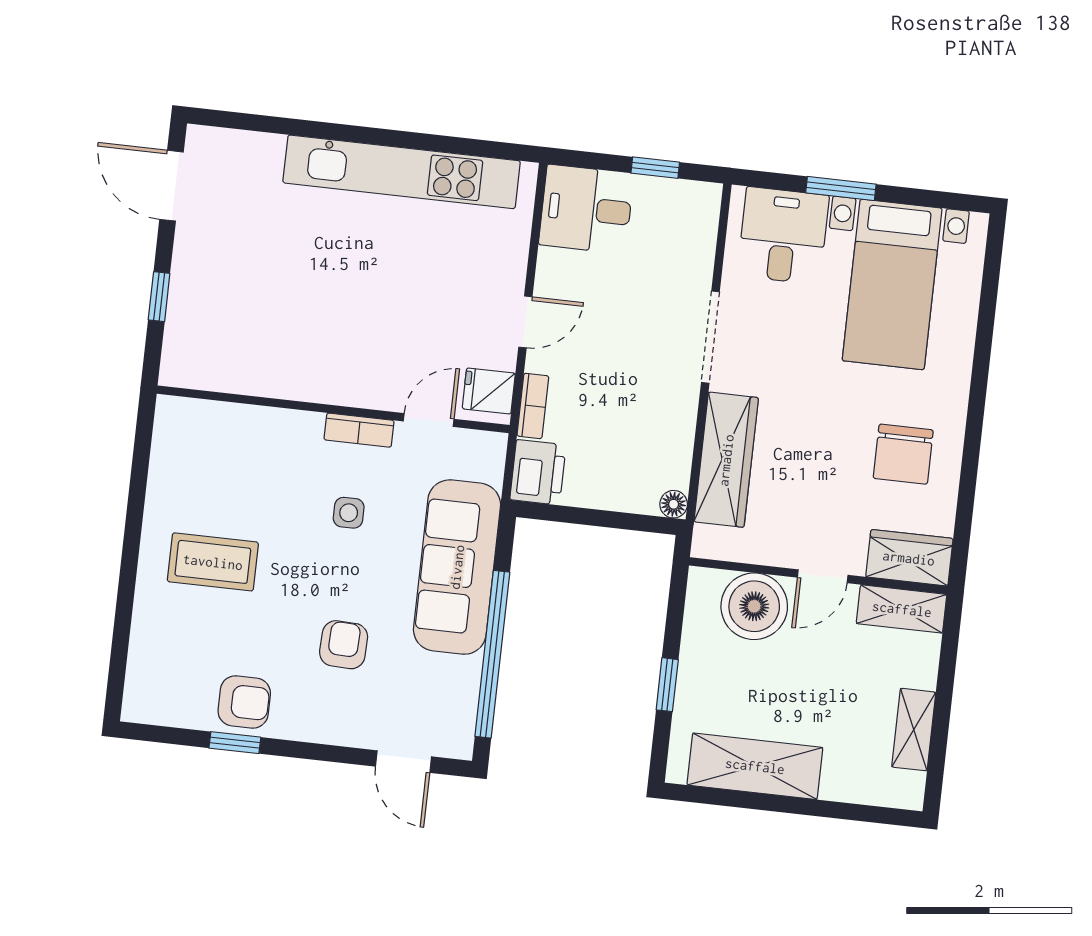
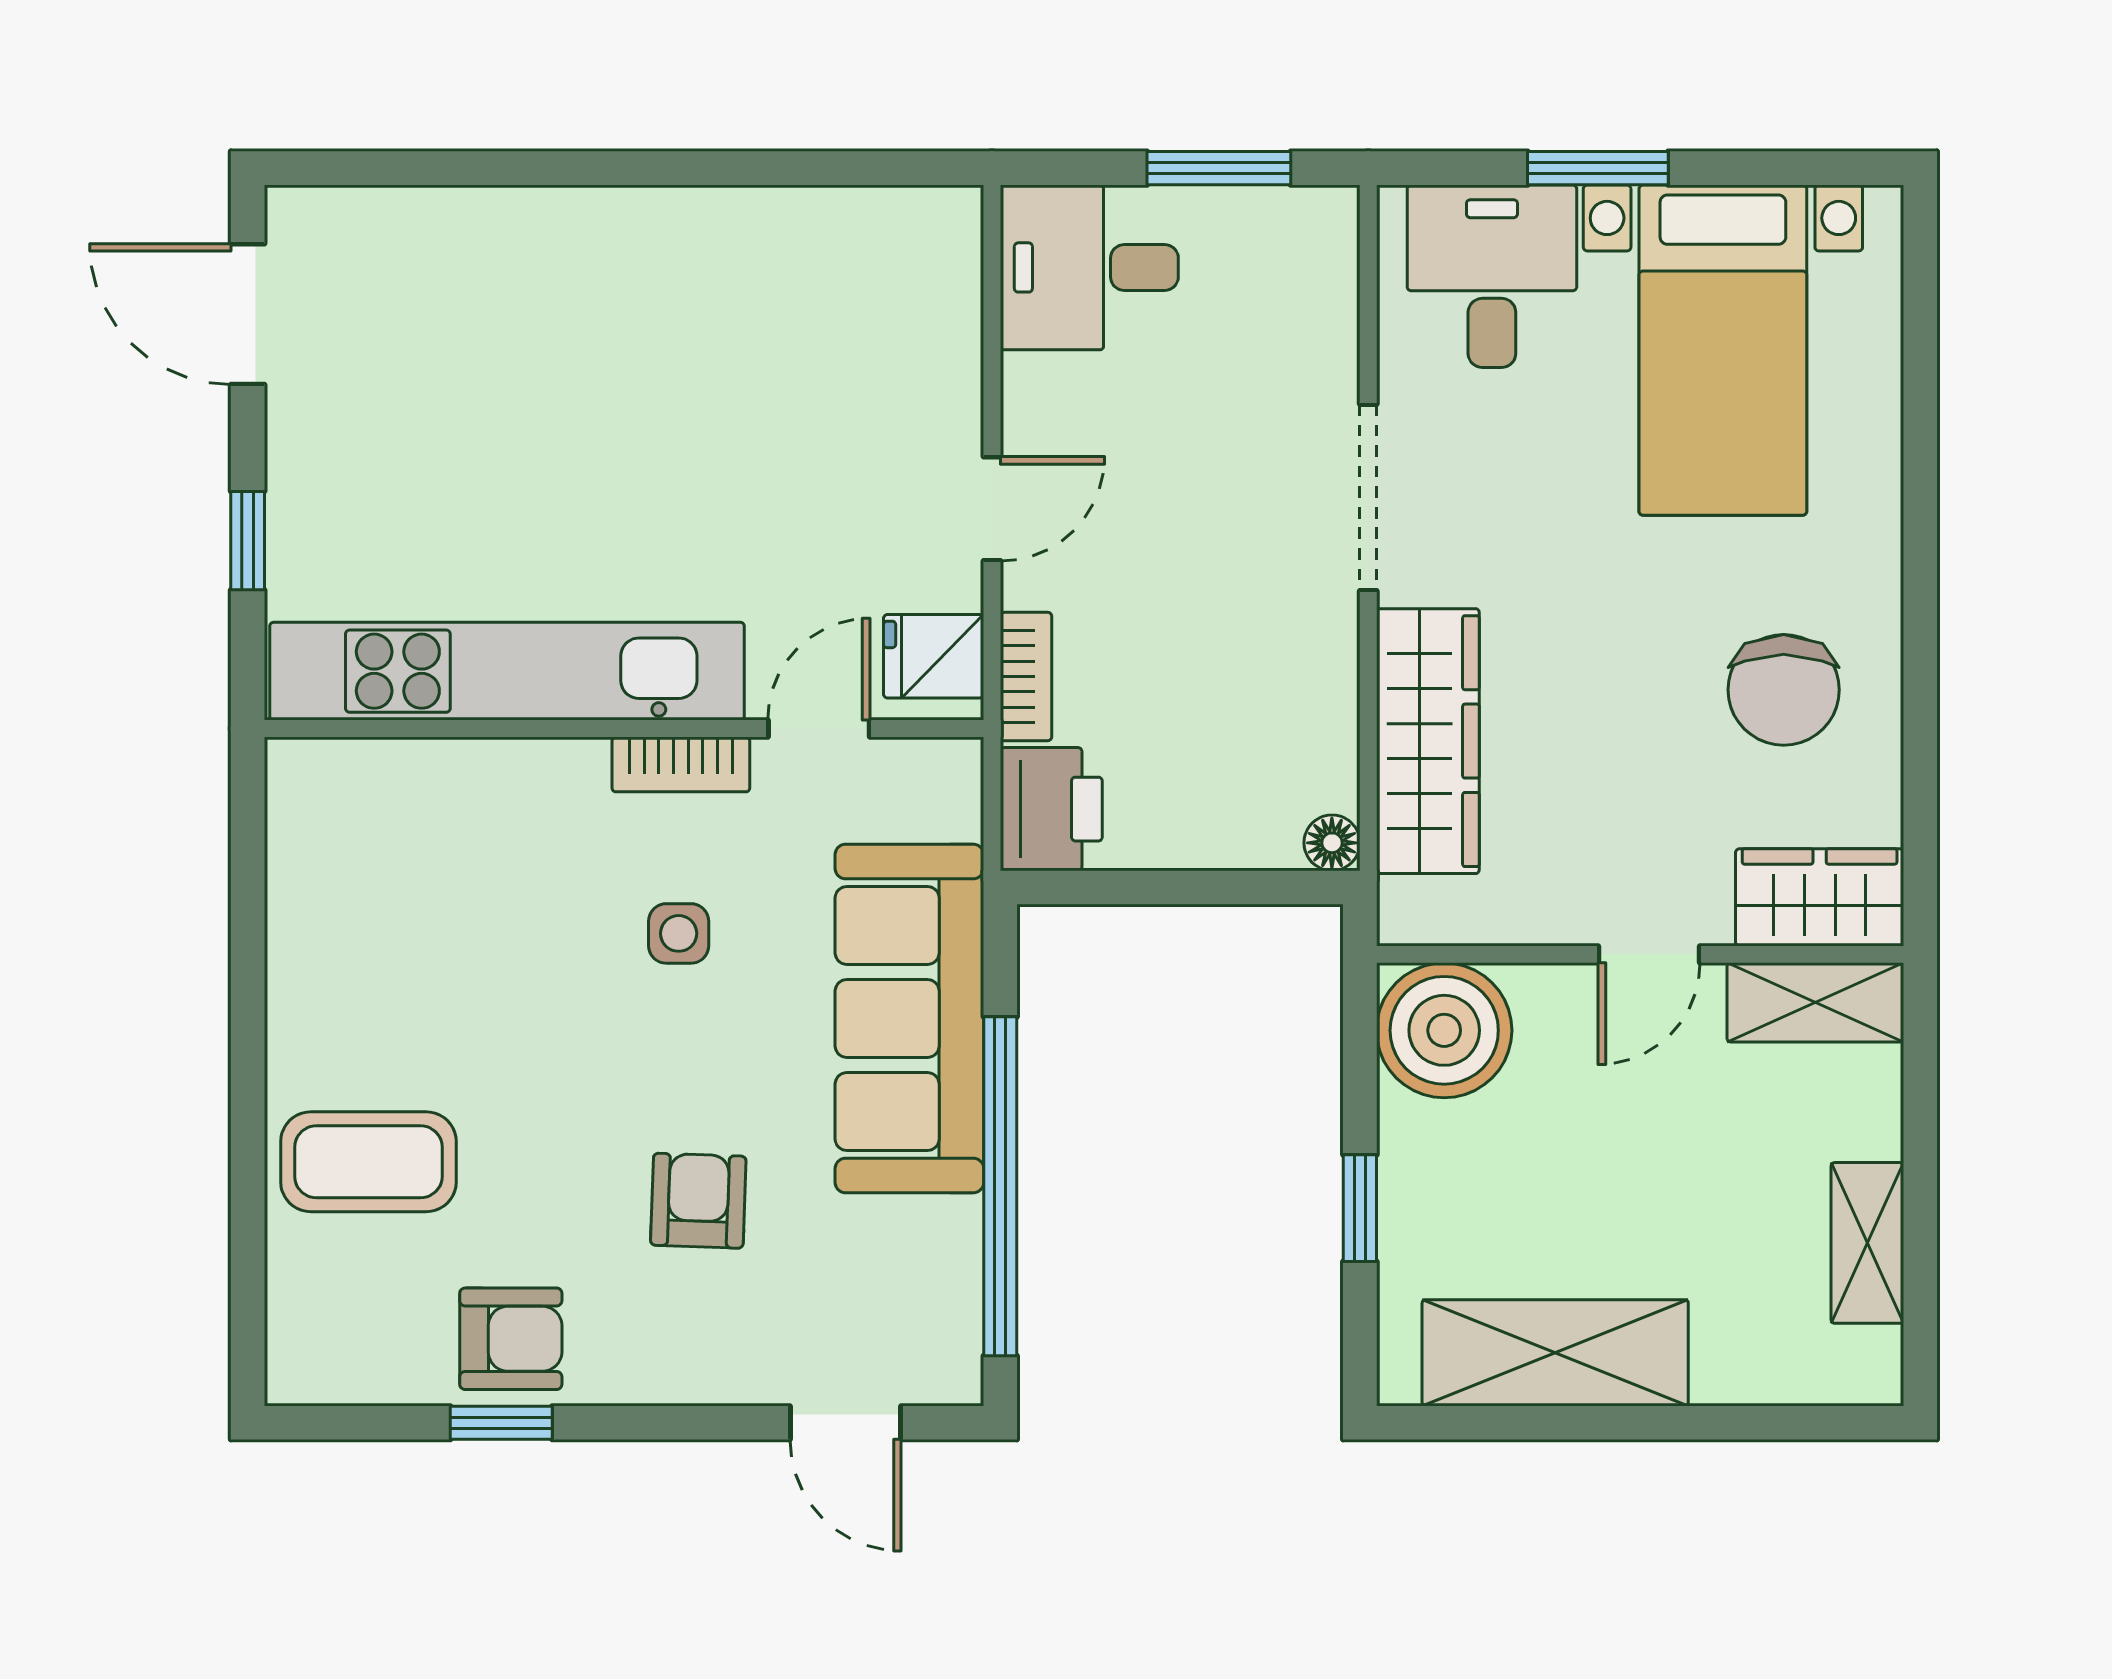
window: (655, 168) -> (1219, 168), width x1.50
kitchen unit: (402, 172) -> (507, 671), moved, turned 180
coffee table: (213, 562) -> (368, 1162), moved
boiler: (754, 606) -> (1444, 1030), moved

